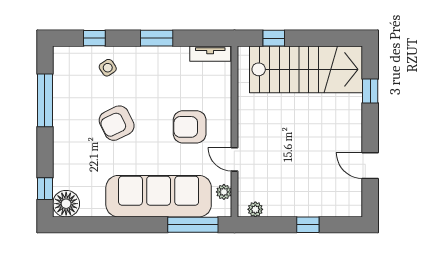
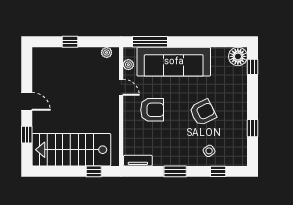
window: (45, 100) -> (253, 128), width x0.46
door: (370, 166) -> (27, 101), moved

